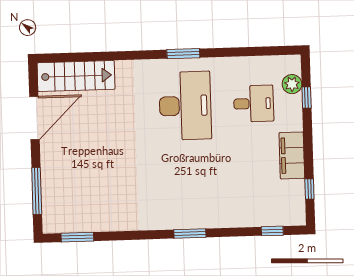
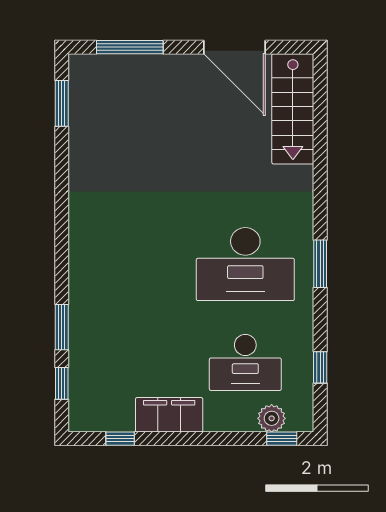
window: (255, 51) -> (320, 367), added
window: (307, 98) -> (282, 439), moved
desk: (254, 104) -> (245, 362), width x1.37
window: (190, 234) -> (62, 327), moved

